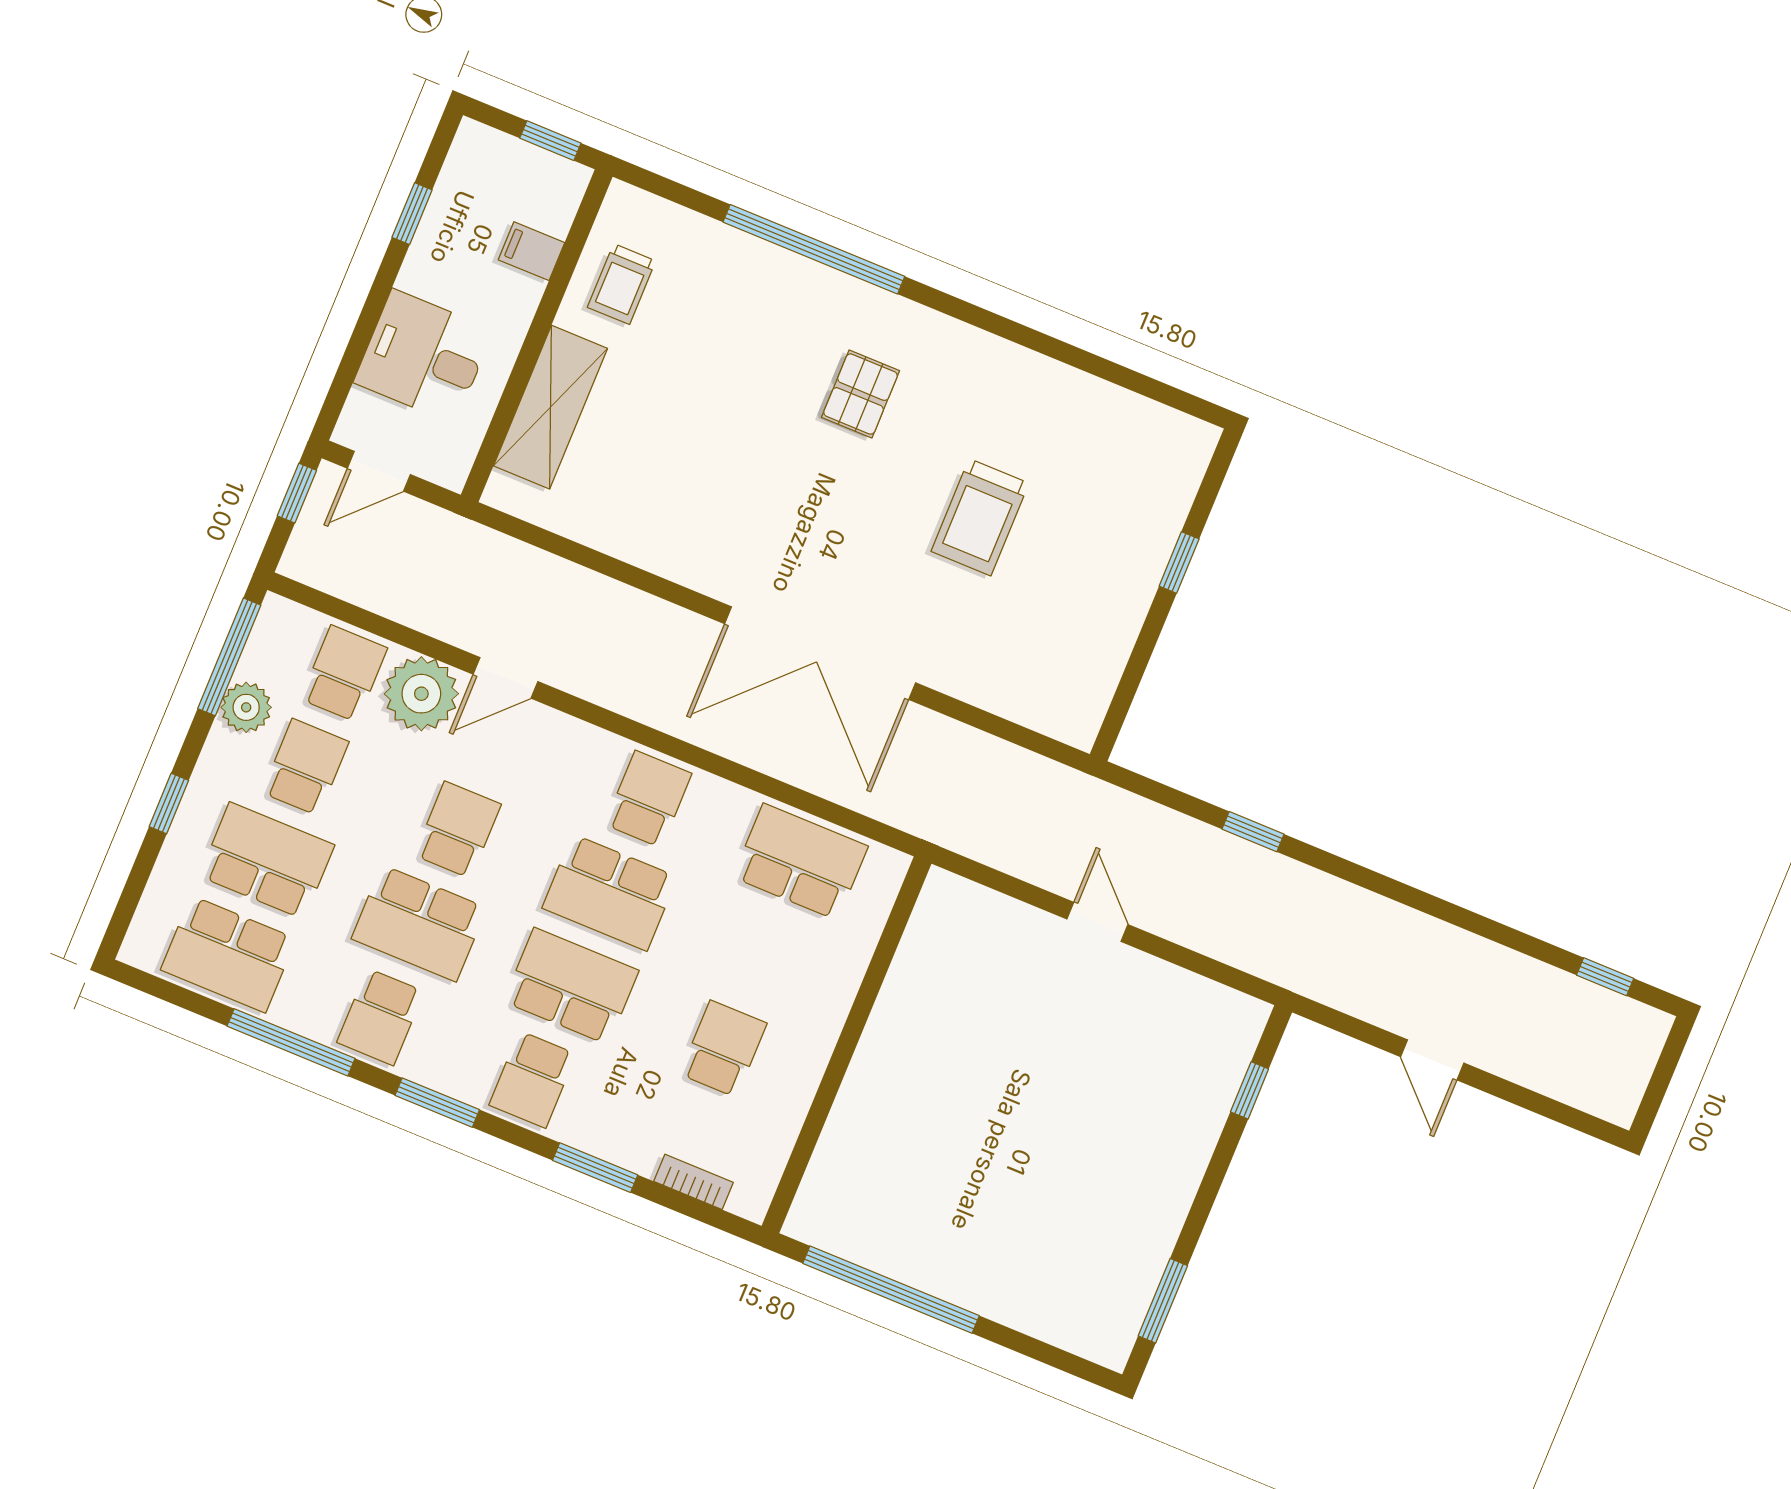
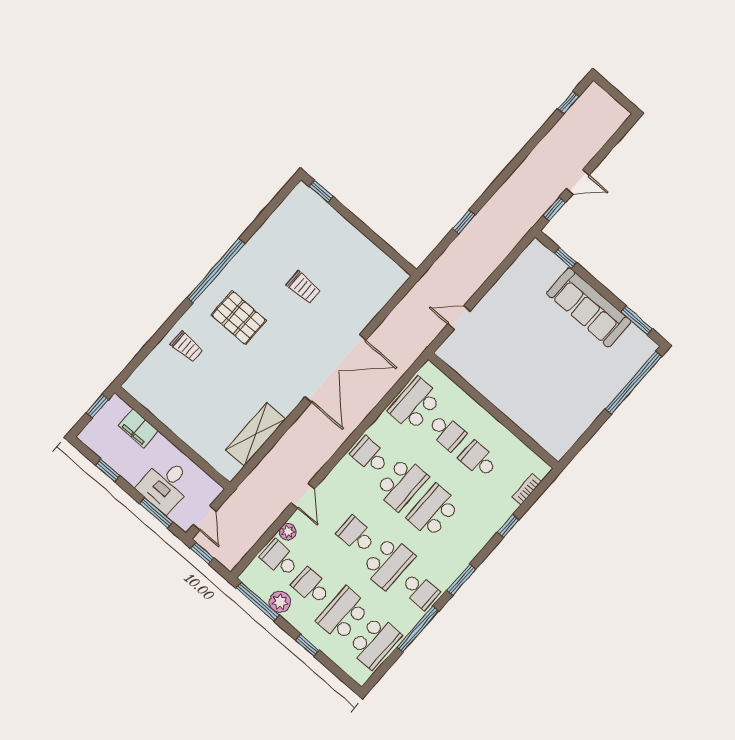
window: (814, 249) -> (216, 271), moved
filing cabinet: (531, 251) -> (138, 428), width x2.00
trolley: (622, 284) -> (187, 347), moved
window: (353, 357) -> (156, 513), added
pallet: (861, 394) -> (239, 318), width x1.50, depth x1.42
shelving: (550, 407) -> (256, 434), moved, turned 90
trolley: (980, 517) -> (303, 287), width x0.73, depth x0.72
window: (1179, 562) -> (321, 191), moved
plant: (421, 694) -> (288, 532), width x0.53, depth x0.53
door: (1097, 922) -> (459, 318), moved
window: (1352, 1027) -> (554, 209), added
school desk: (533, 1080) -> (447, 432), moved
window: (595, 1168) -> (508, 526), width x0.67
sofa: (1155, 1182) -> (589, 307), added
window: (891, 1290) -> (634, 383), moved

